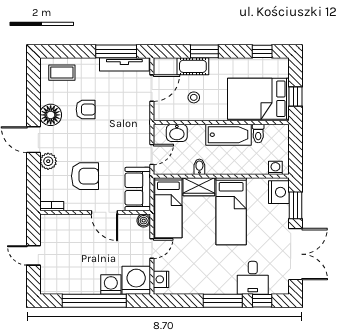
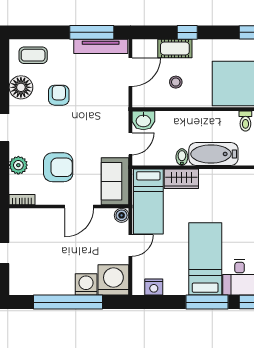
window: (204, 51) -> (187, 32), width x0.67
armchair: (86, 109) -> (59, 95), turned -90
floor lamp: (51, 115) -> (21, 87), moved
washbasin: (177, 133) -> (143, 120), moved
bathtub: (229, 135) -> (213, 154), moved, turned 180
plant: (48, 161) -> (18, 165), moved
bed: (231, 211) -> (205, 259), moved, turned 180
door: (104, 212) -> (79, 206), hinge flipped
nightstand: (161, 279) -> (154, 287), moved, turned -90

